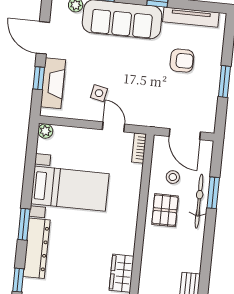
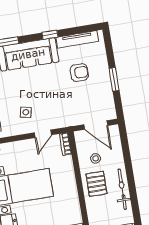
door: (114, 127) -> (43, 134), swing flipped
window: (213, 193) -> (128, 162), removed
bicycle: (199, 201) -> (122, 189), moved

